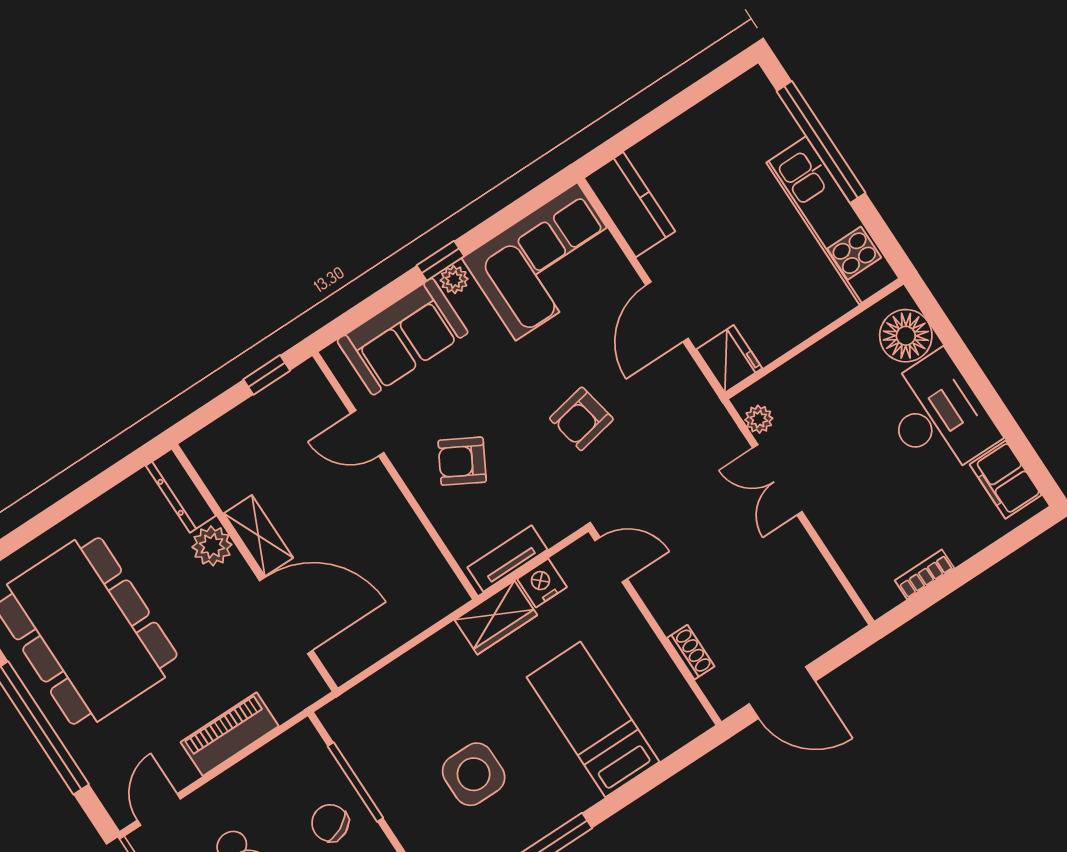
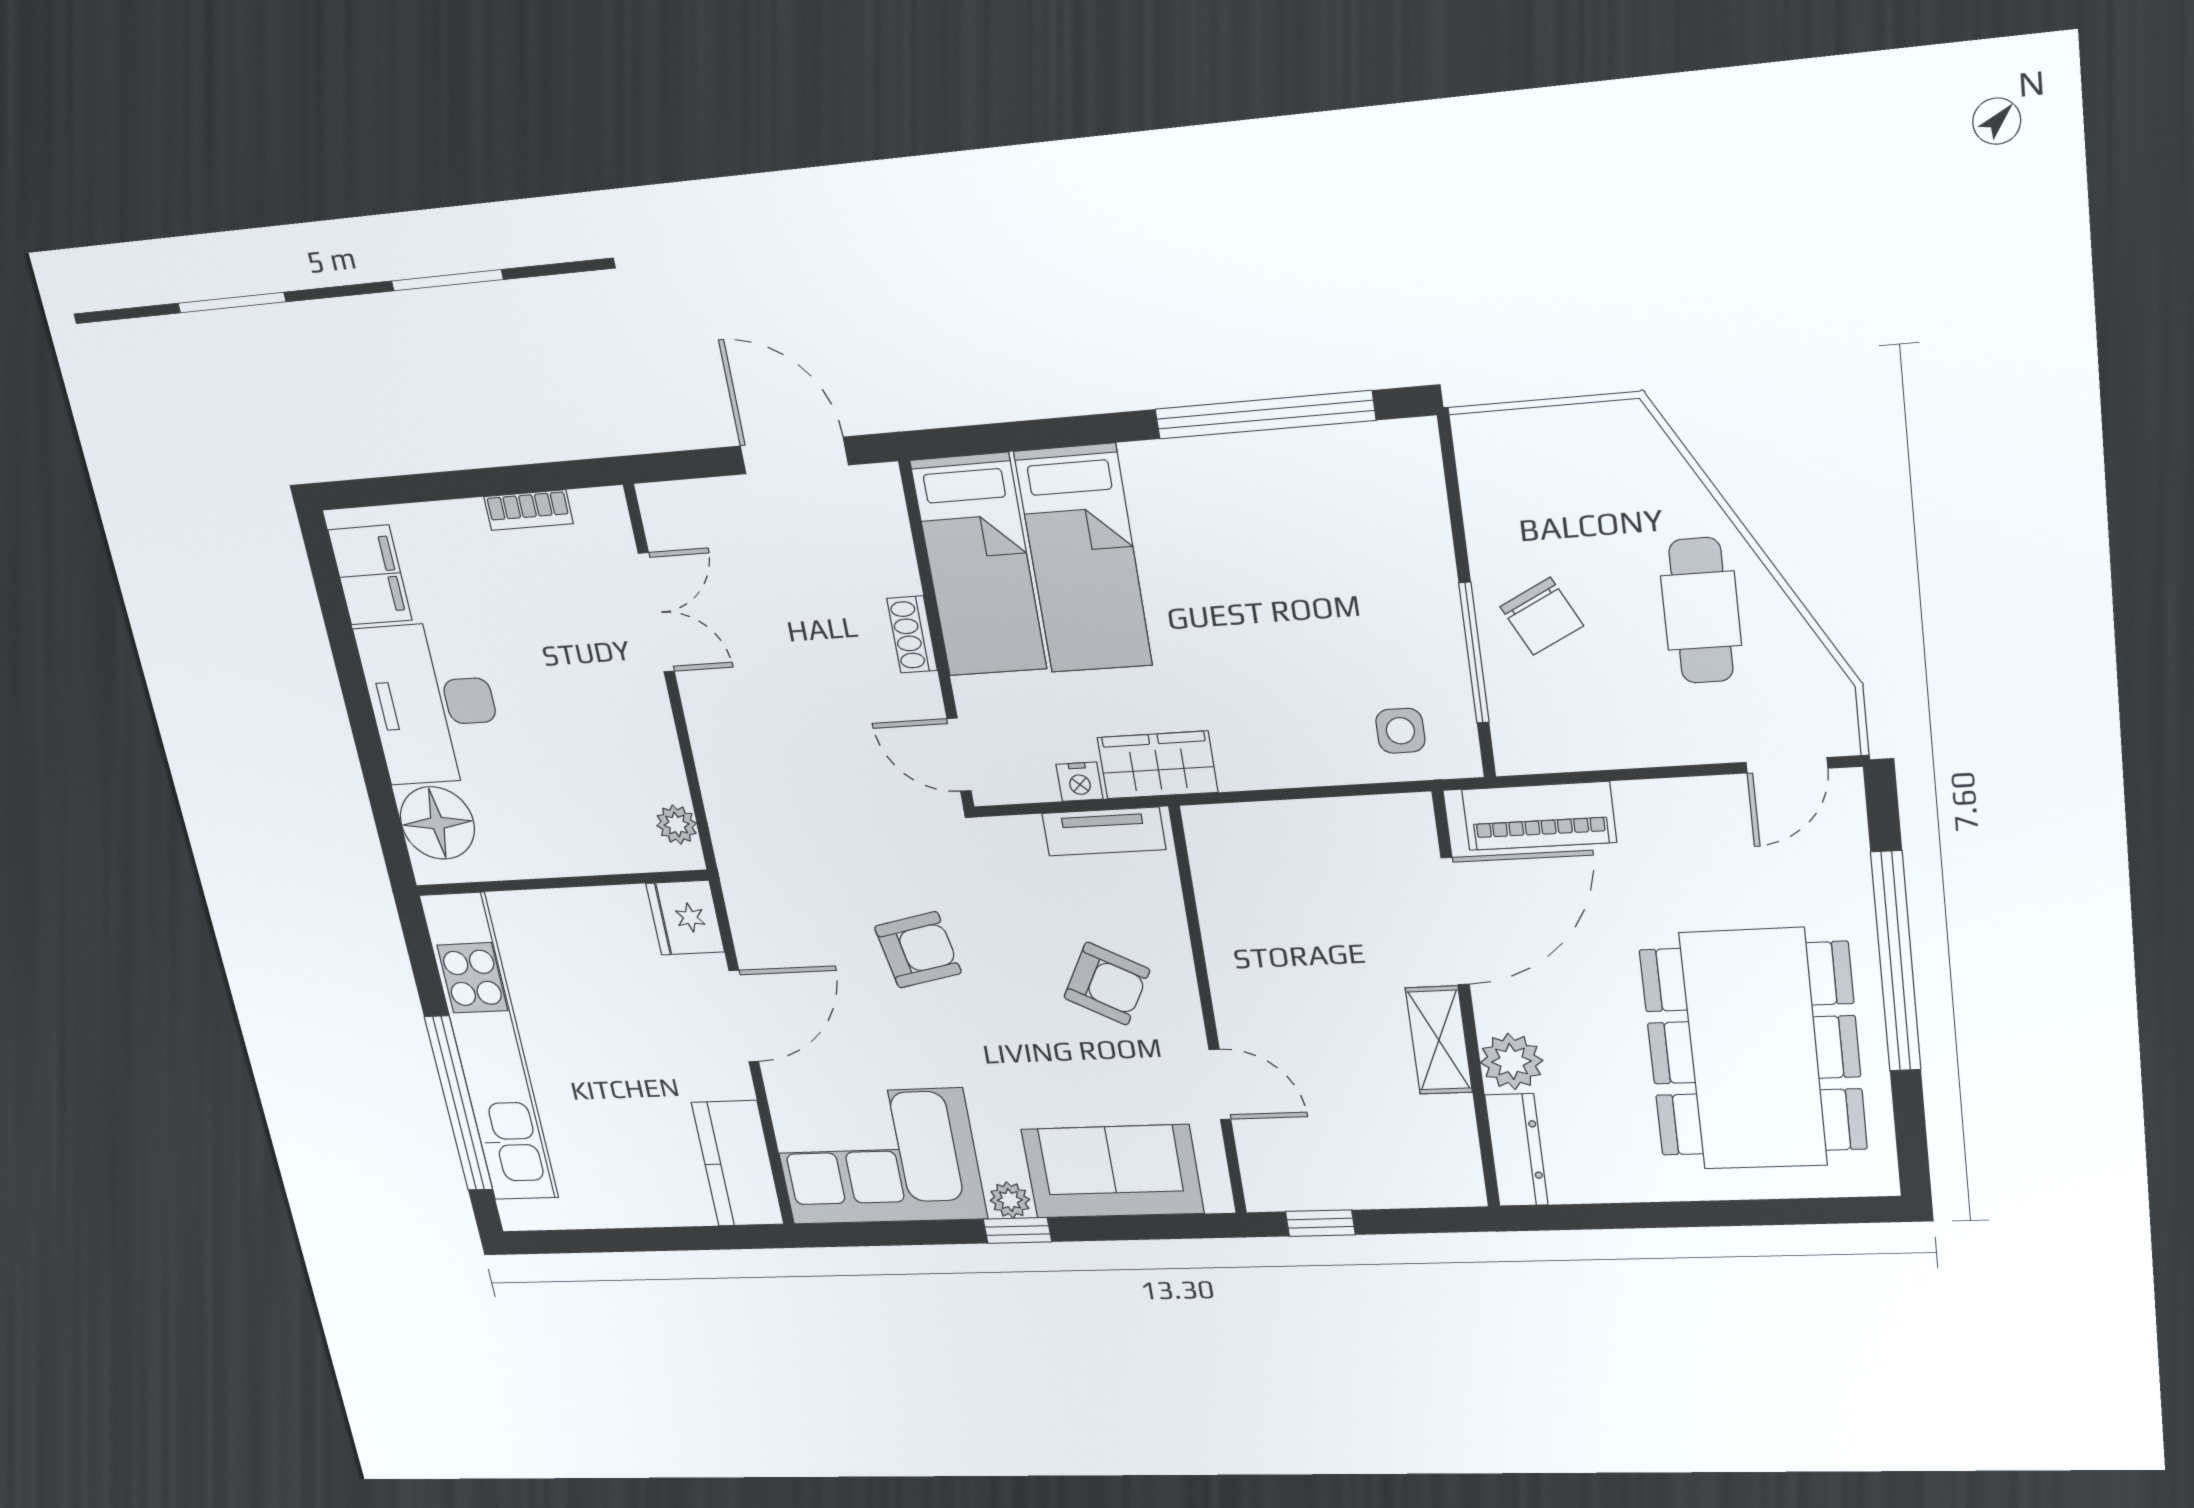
kitchen unit: (833, 220) -> (490, 1049), width x1.36
double door: (777, 480) -> (656, 613), moved
nightstand: (542, 583) -> (1079, 782), width x0.72, depth x0.74
door: (286, 615) -> (1455, 921), swing flipped
shoe rack: (691, 652) -> (912, 635), moved
bed: (650, 684) -> (979, 565), added
piano: (230, 734) -> (1539, 816), moved
side table: (474, 774) -> (1400, 731), moved, width x0.54, depth x0.54

